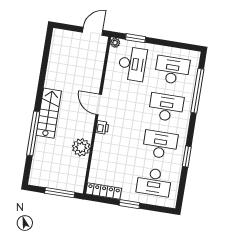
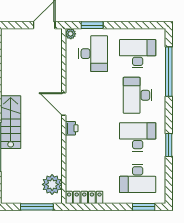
desk: (166, 107) -> (138, 95), turned -90
plant: (81, 147) -> (52, 184), moved
window: (129, 204) -> (144, 207), moved

